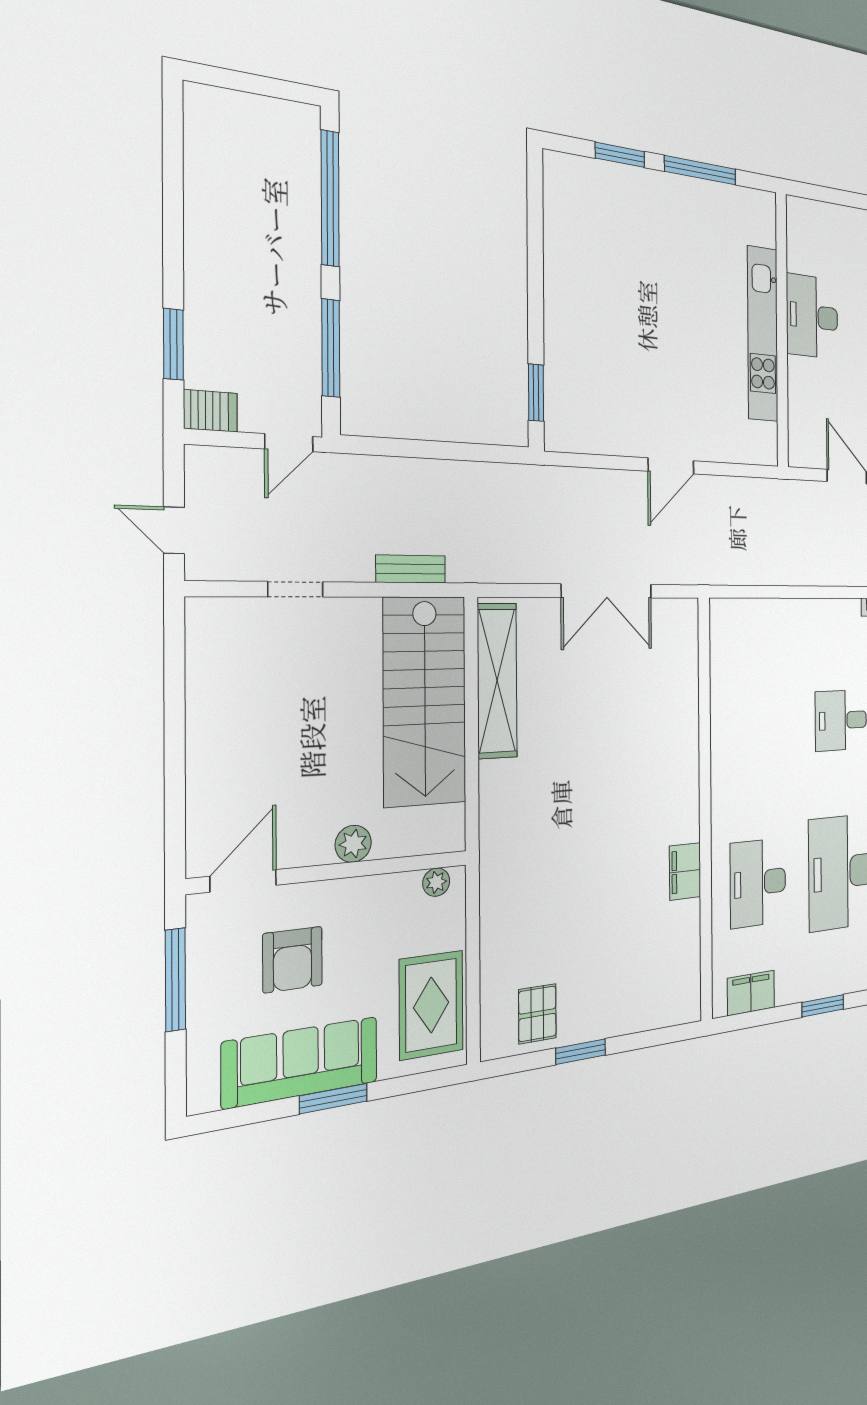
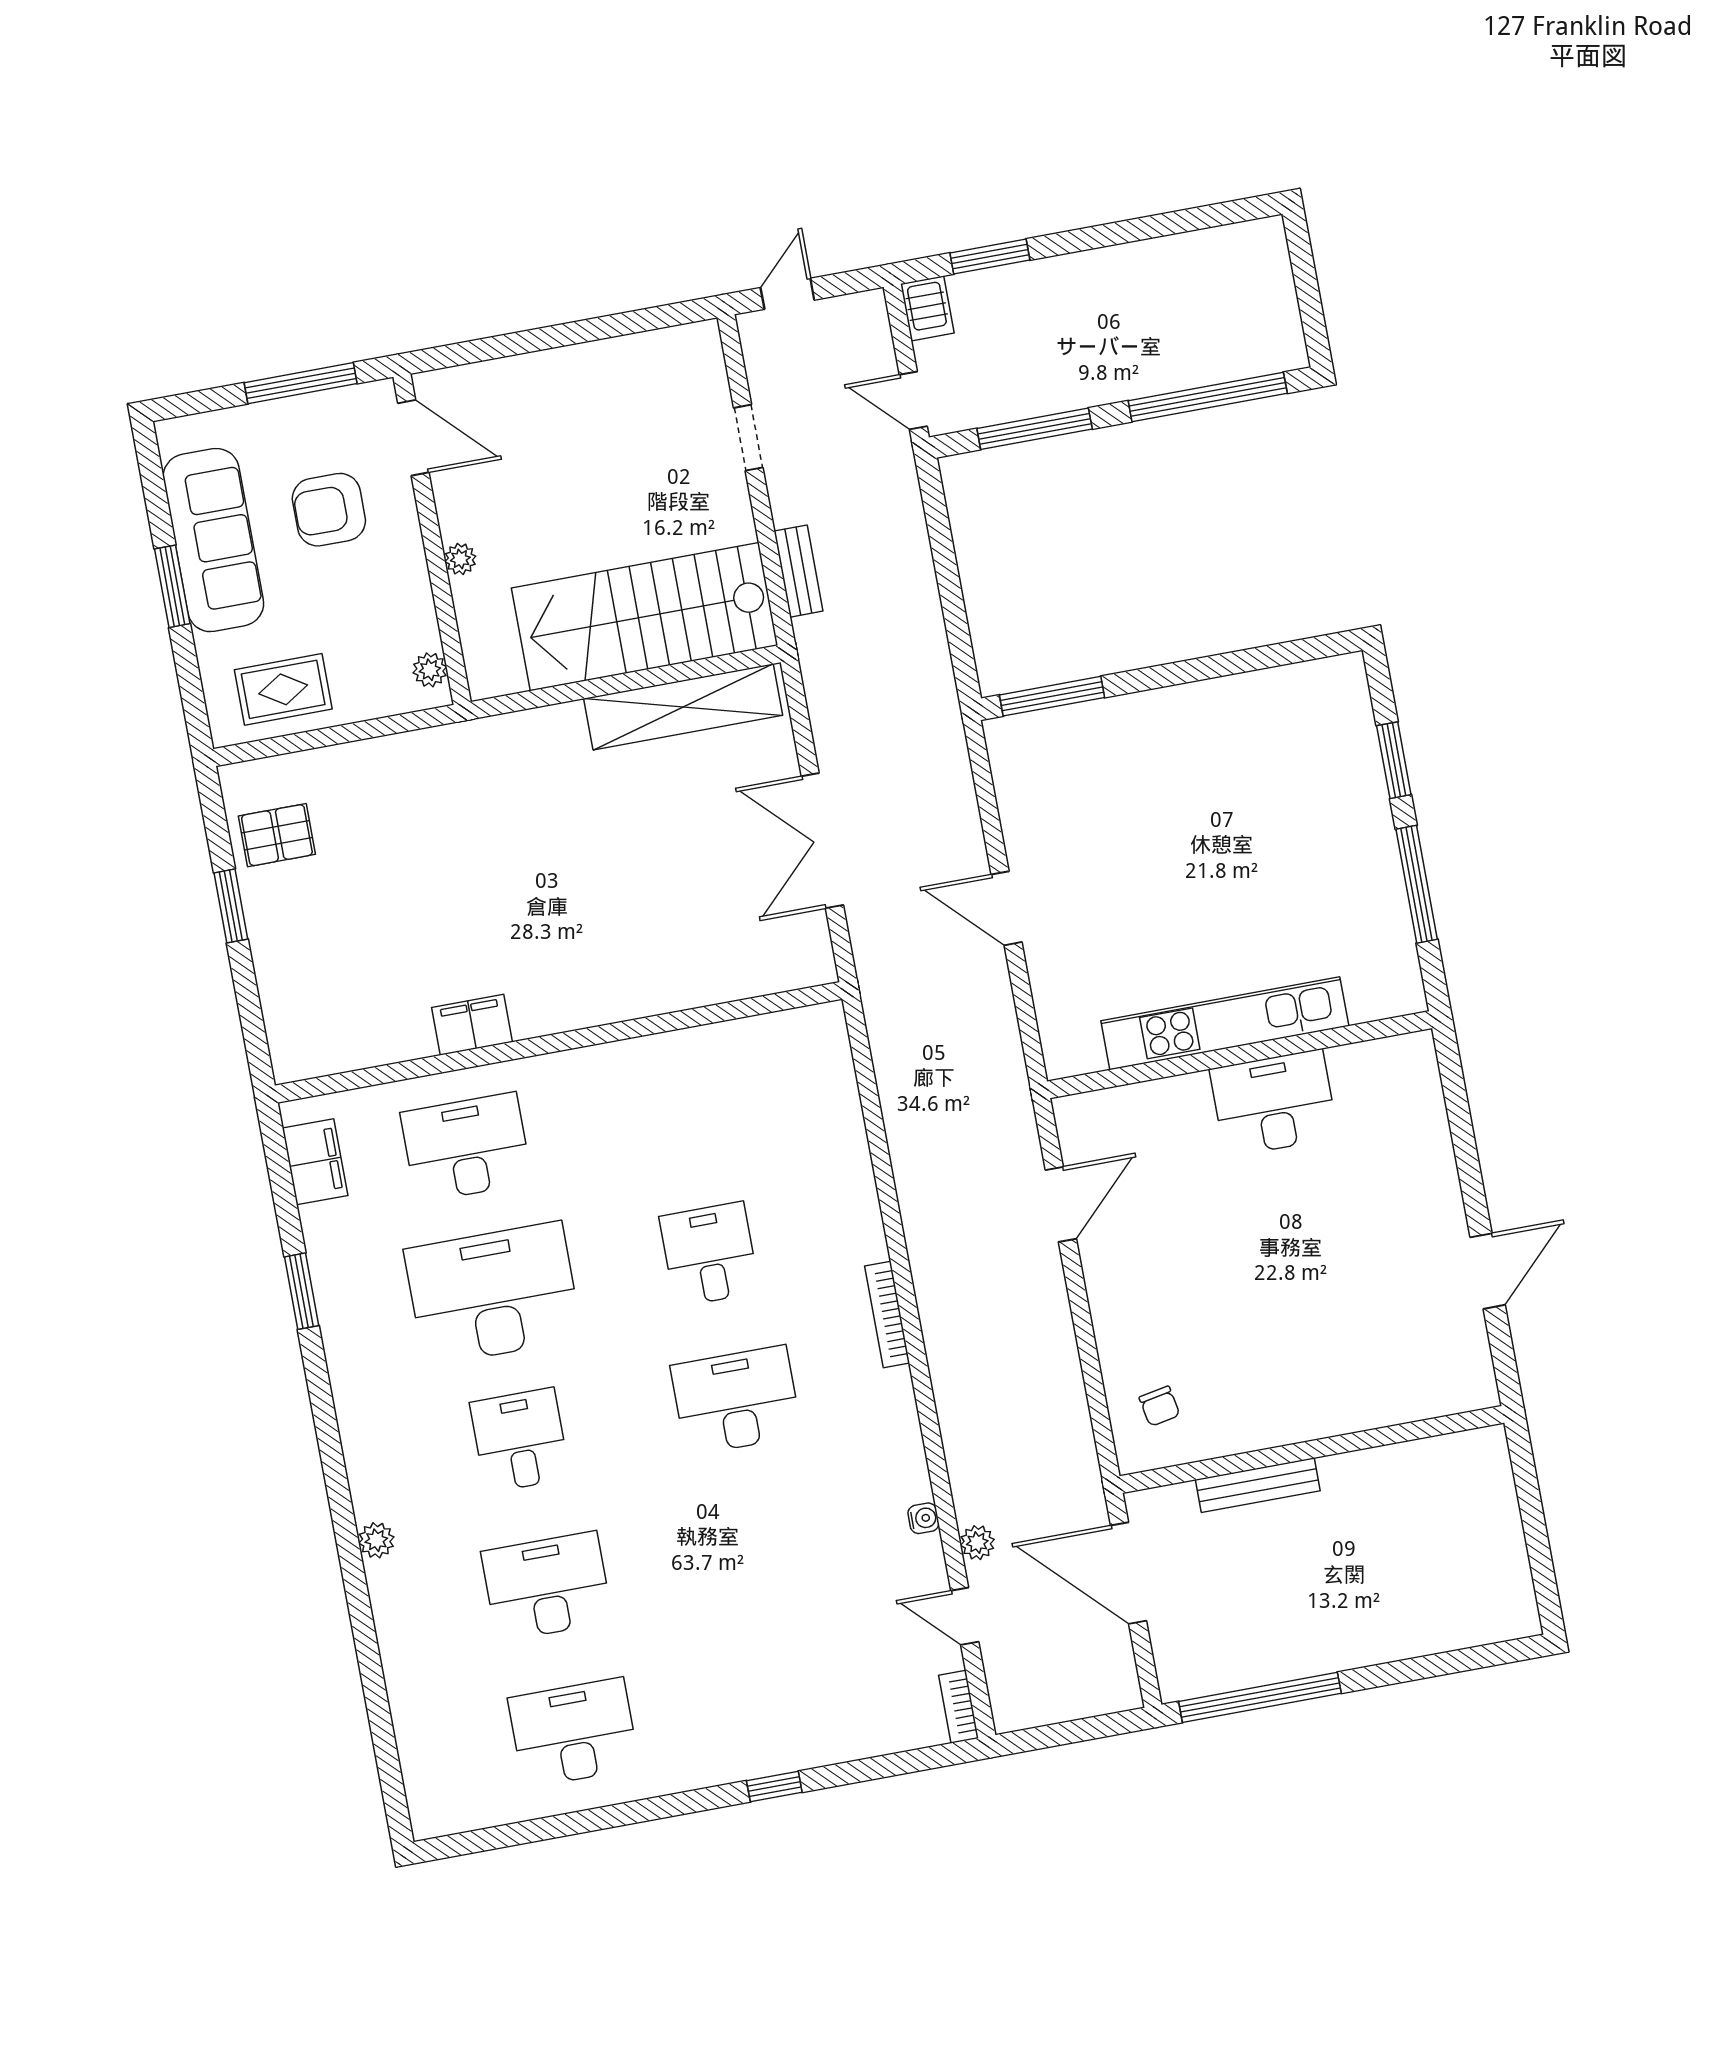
window: (536, 393) -> (1052, 696), width x1.44
plant: (353, 844) -> (460, 559), width x0.73, depth x0.73
rug: (431, 1005) -> (283, 689), width x0.73, depth x0.70

